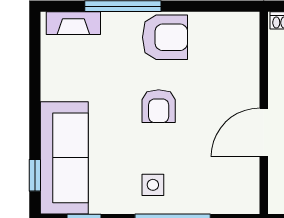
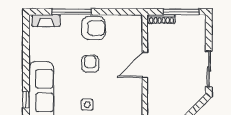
armchair: (159, 106) -> (90, 64), turned 180
door: (264, 132) -> (145, 65), moved

